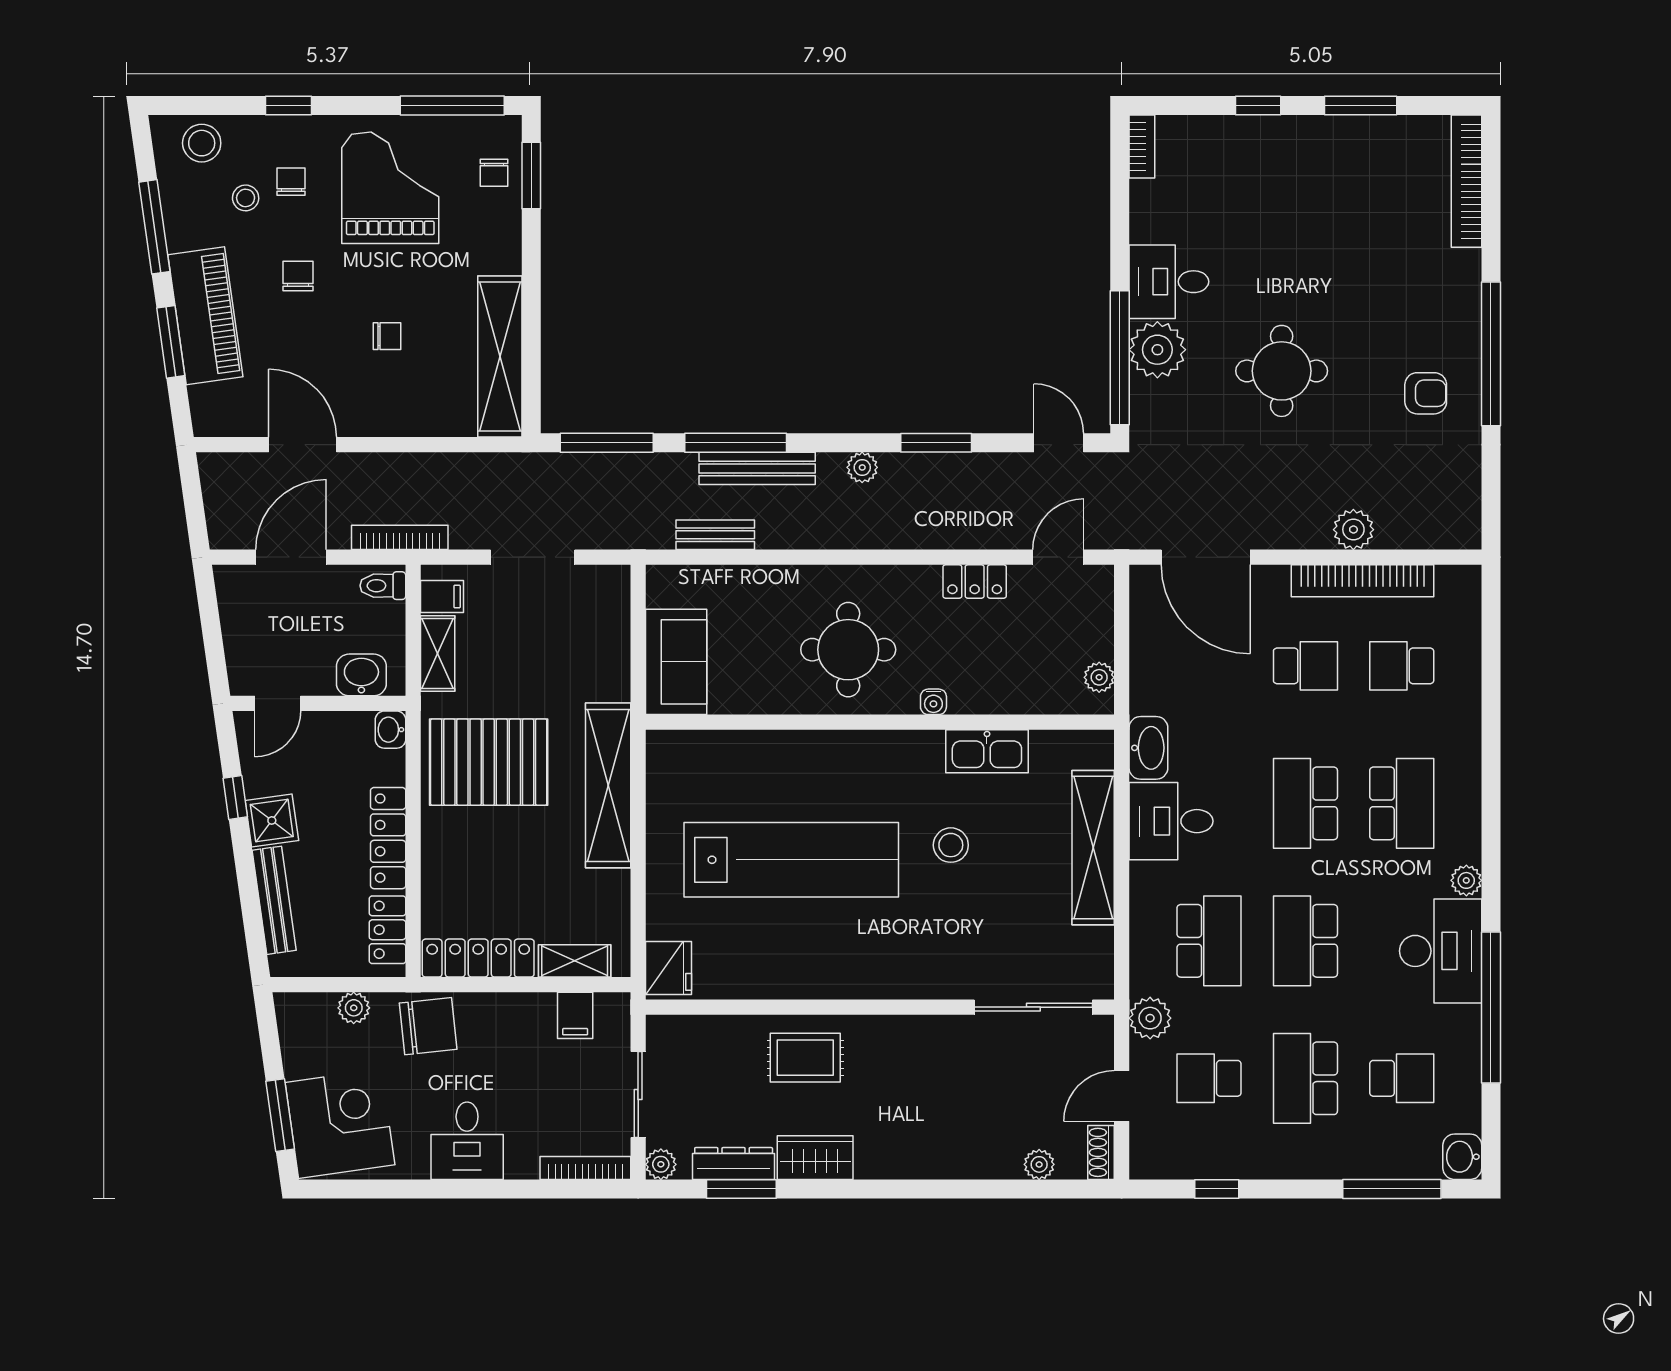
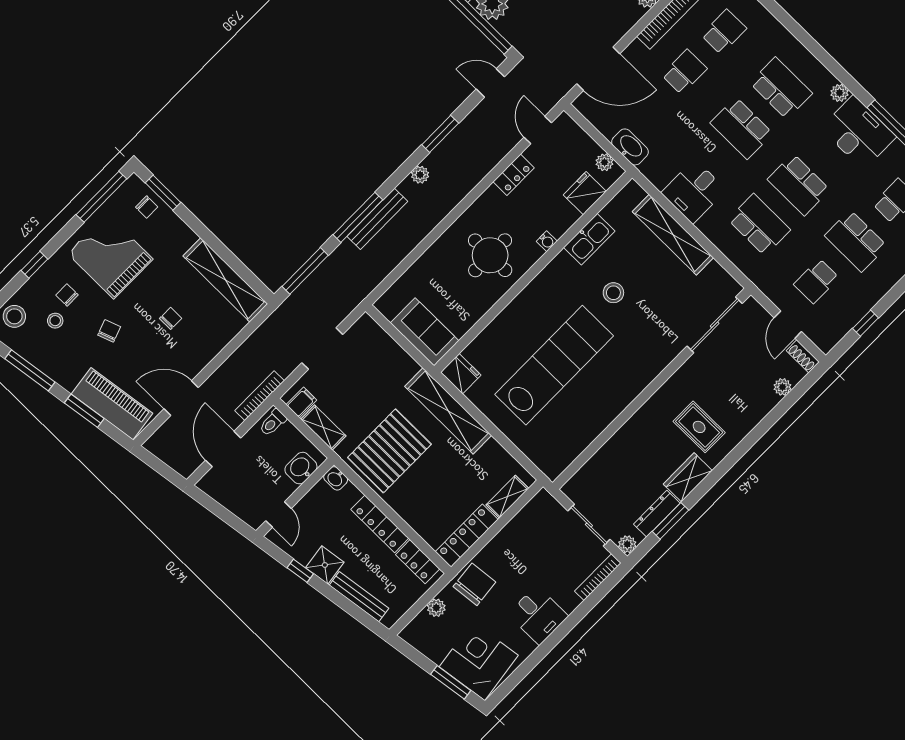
chair: (298, 276) -> (109, 331), turned 70
piano: (205, 316) -> (112, 404), moved
bench: (715, 535) -> (388, 263), removed
school desk: (1402, 666) -> (724, 32), turned 180
fridge: (1038, 690) -> (585, 193), added
washbasin: (1148, 748) -> (630, 147), moved
fridge: (668, 968) -> (461, 374), moved
filing cabinet: (575, 1015) -> (530, 519), removed
plant: (1150, 1018) -> (767, 281), removed
rug: (805, 1058) -> (699, 427), moved, turned 90

